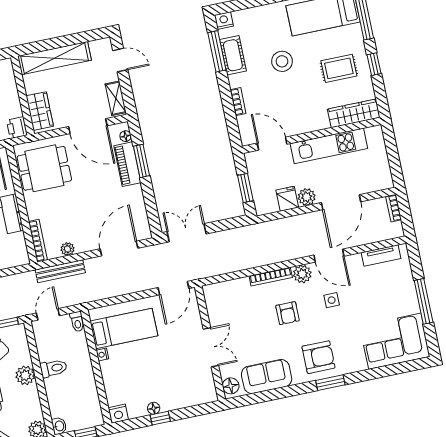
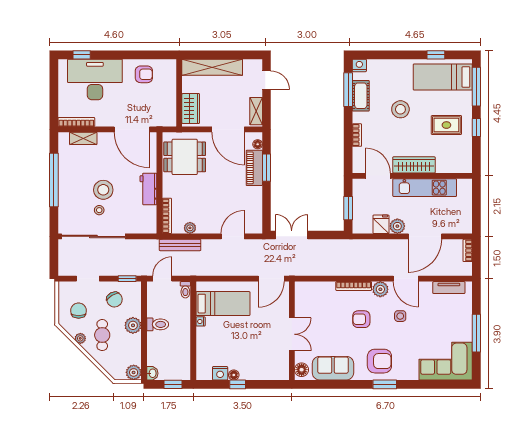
wardrobe: (354, 113) -> (414, 165), moved
printer: (17, 128) -> (169, 118), removed
door: (119, 249) -> (233, 236), width x0.73
armchair: (287, 313) -> (361, 319), turned 90
nightstand: (118, 414) -> (220, 373), moved

